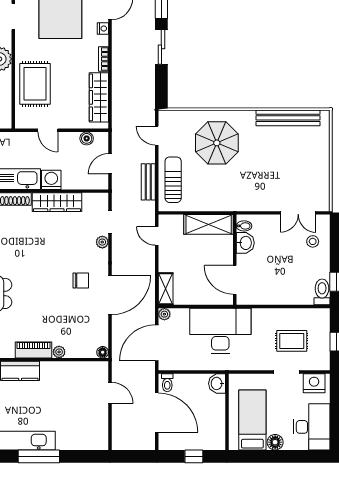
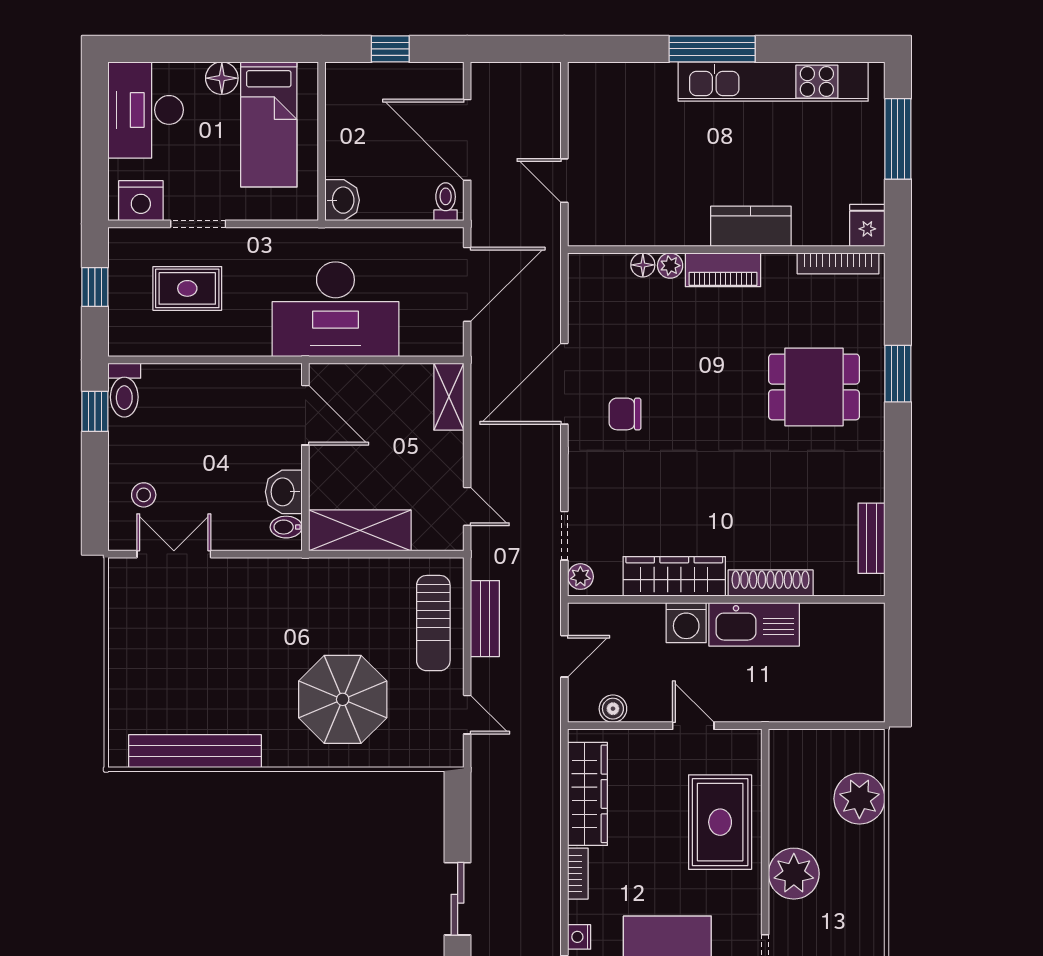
plant: (102, 242) -> (580, 577), moved
plant: (164, 314) -> (452, 344), removed
floor lamp: (103, 352) -> (643, 265), moved

